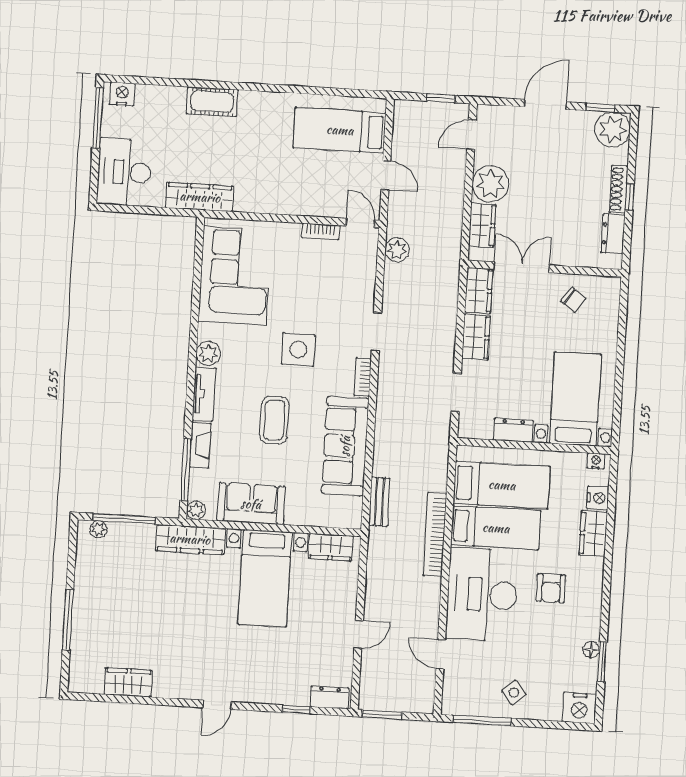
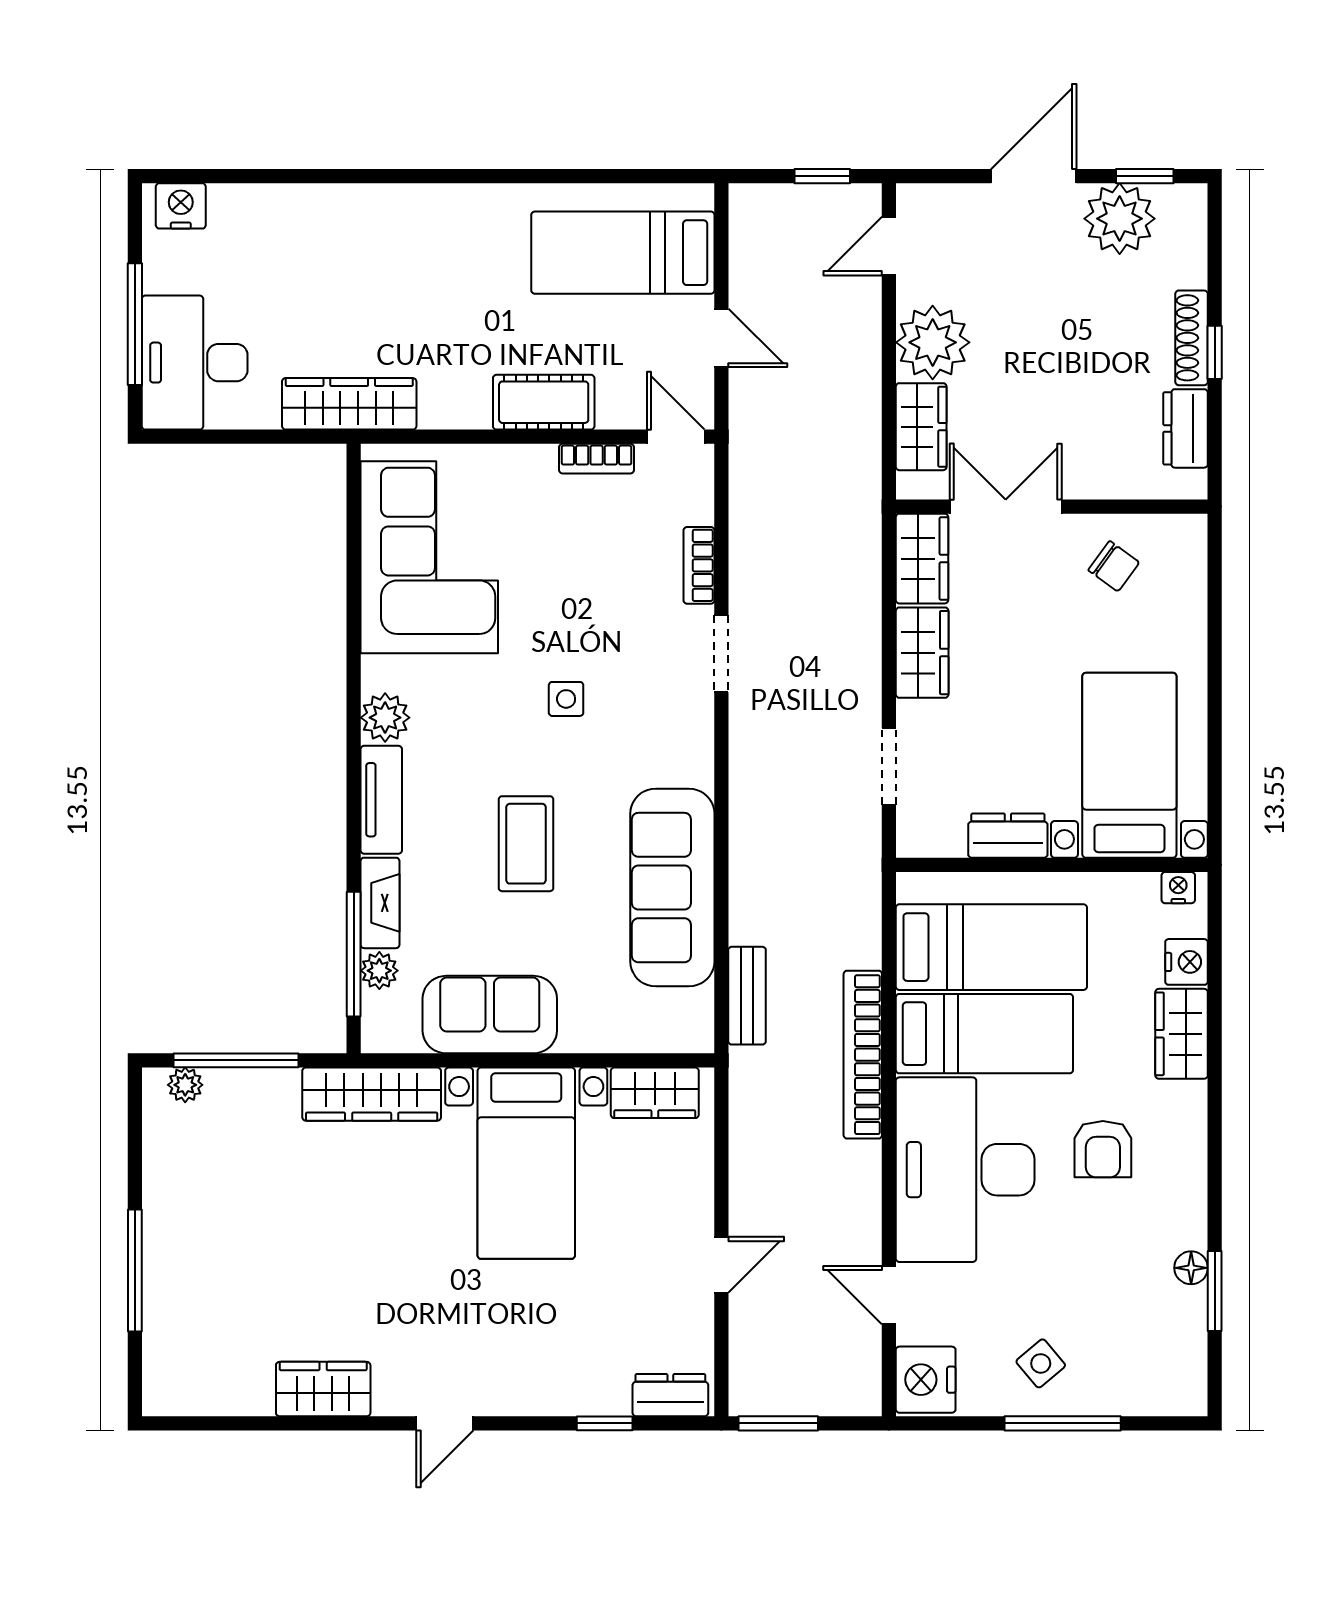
cot: (212, 102) -> (544, 402), moved
window: (98, 118) -> (135, 324), moved
plant: (613, 129) -> (1120, 219), moved
plant: (397, 250) -> (752, 486), removed
side table: (298, 350) -> (566, 699), width x0.54, depth x0.54
bookcase: (363, 377) -> (699, 565), moved
plant: (196, 510) -> (379, 971), moved
wardrobe: (128, 682) -> (323, 1389), moved
nightstand: (579, 708) -> (926, 1380), moved, turned 90
window: (482, 720) -> (1063, 1423), moved

